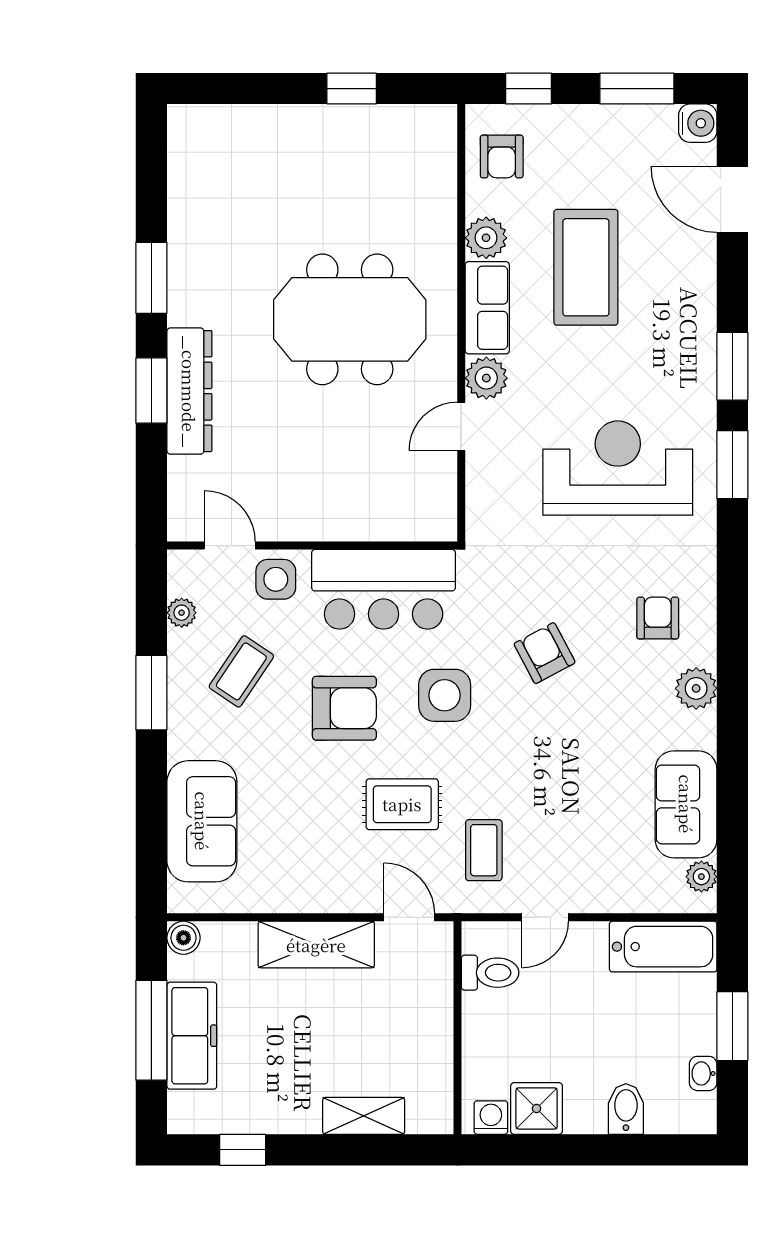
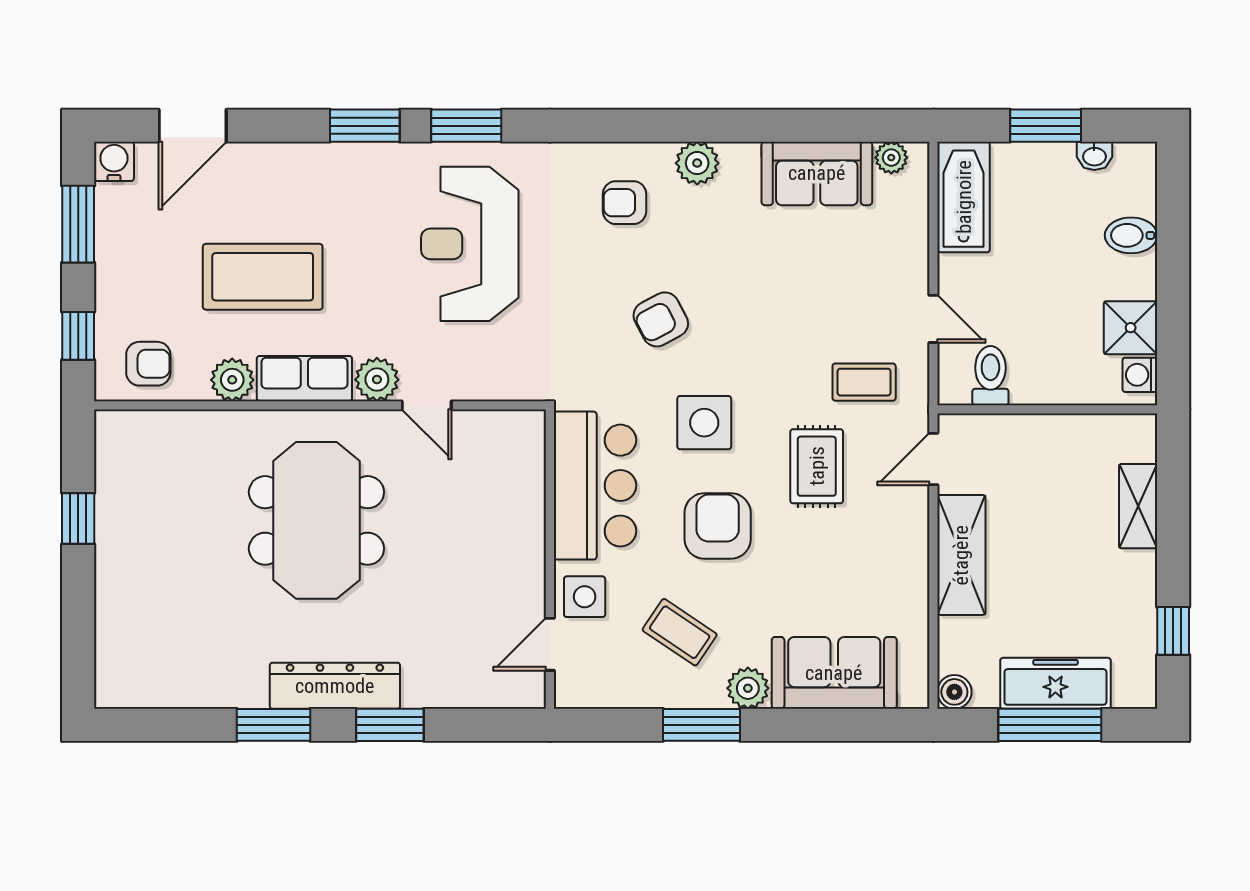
dresser: (189, 391) -> (335, 686), moved
plant: (182, 613) -> (748, 688), moved, width x1.38, depth x1.38

